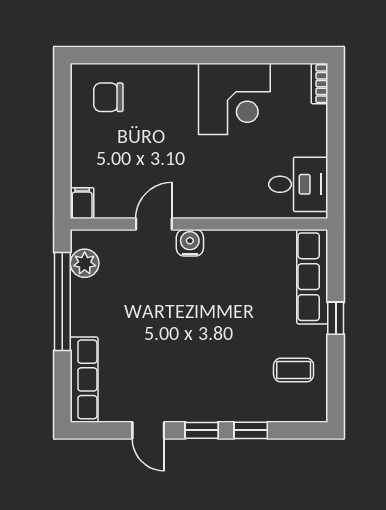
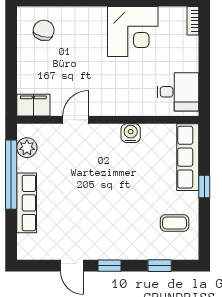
chair: (108, 97) -> (44, 30), turned 103
filing cabinet: (82, 203) -> (33, 105), width x2.00
water cooler: (190, 243) -> (131, 133), moved
row of seats: (84, 379) -> (27, 203), moved
window: (251, 430) -> (160, 266), moved

